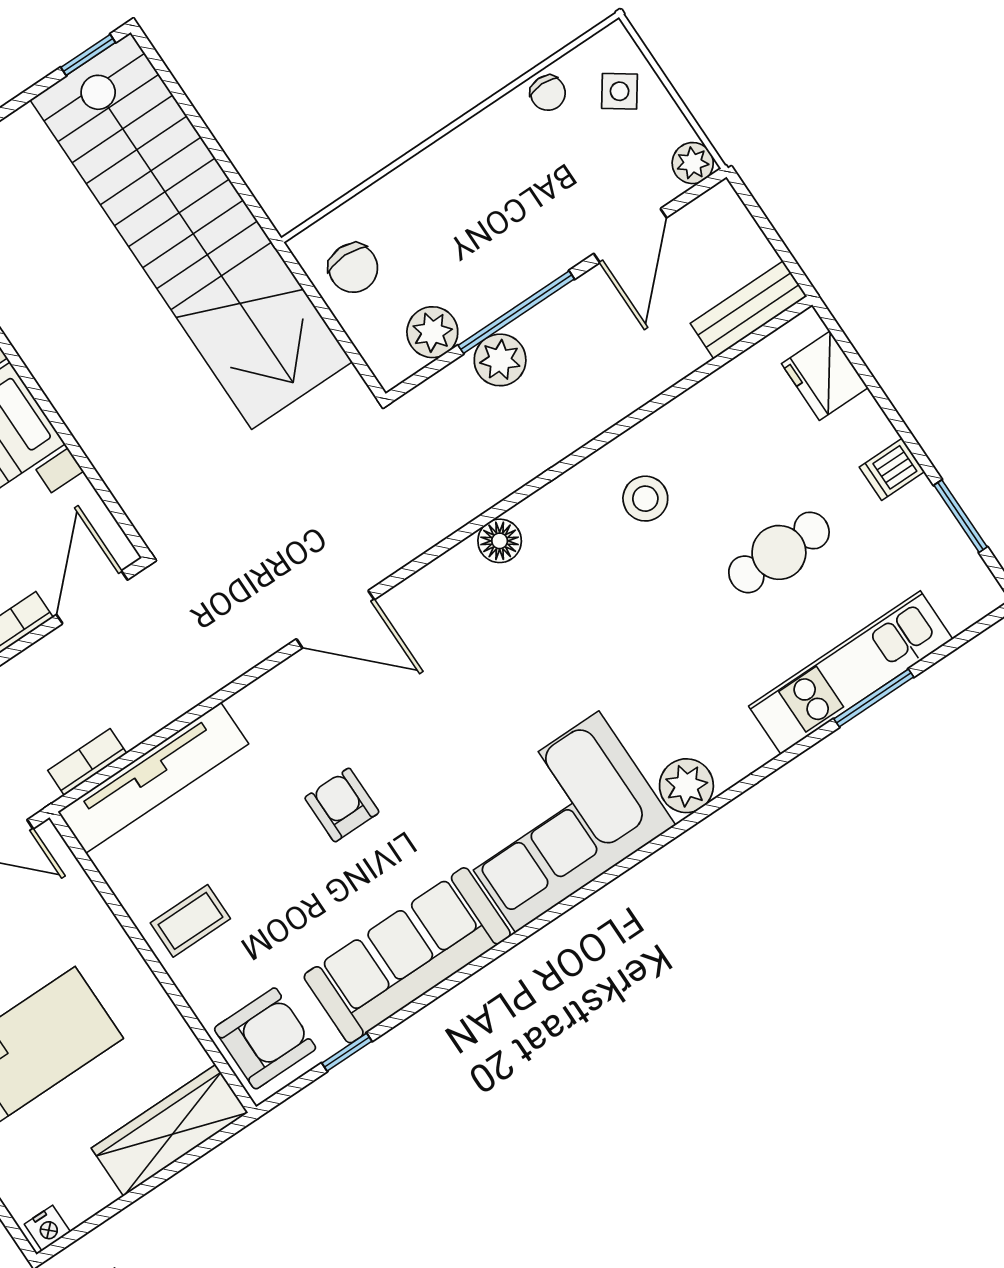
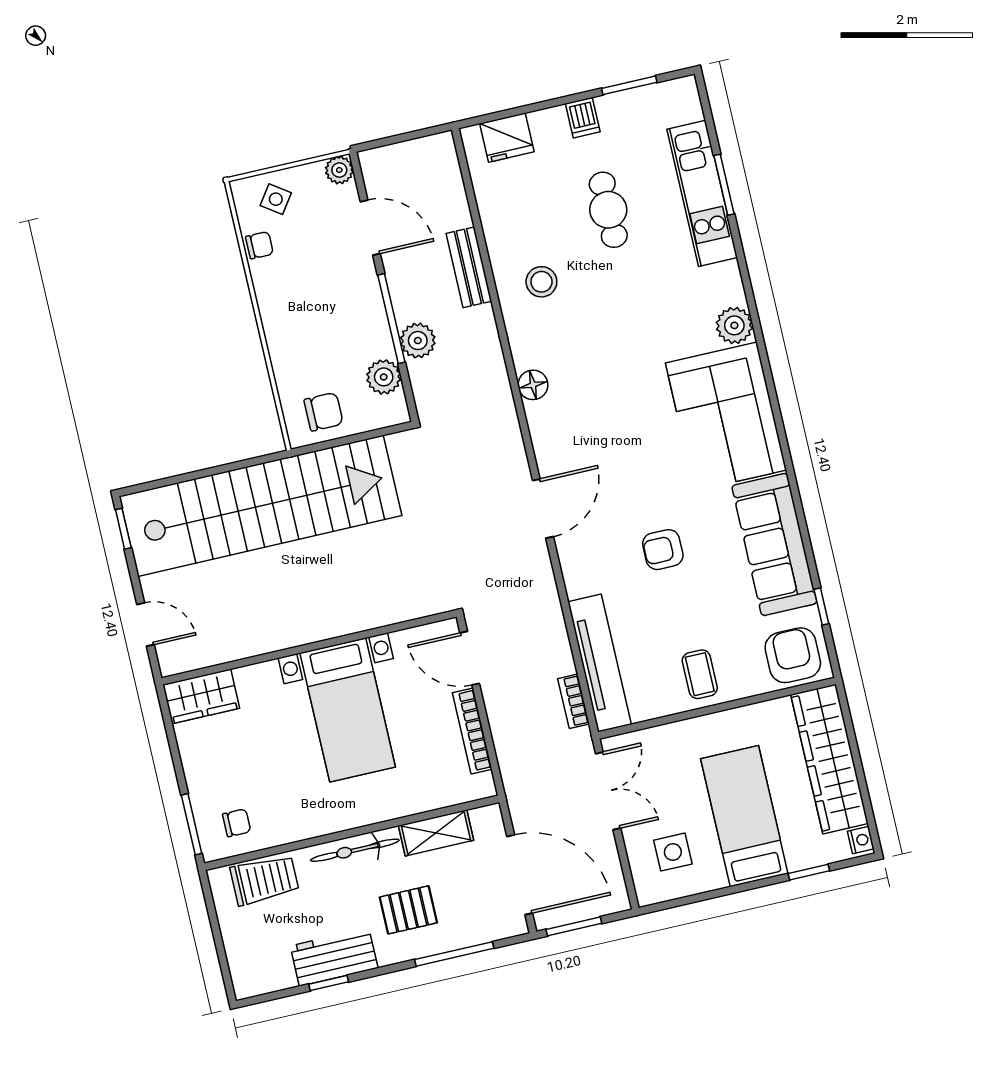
bench: (749, 310) -> (469, 267), moved
wardrobe: (170, 1130) -> (829, 759), width x1.40, depth x1.17

